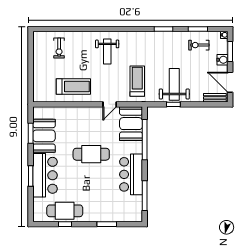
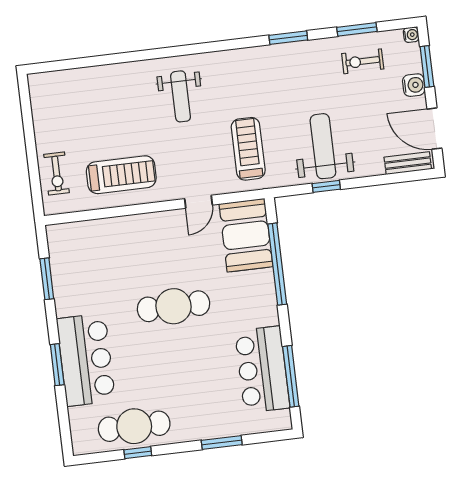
exercise bike: (59, 48) -> (57, 174), moved
booth: (44, 136) -> (74, 281), removed
bar counter: (131, 174) -> (262, 369), moved

